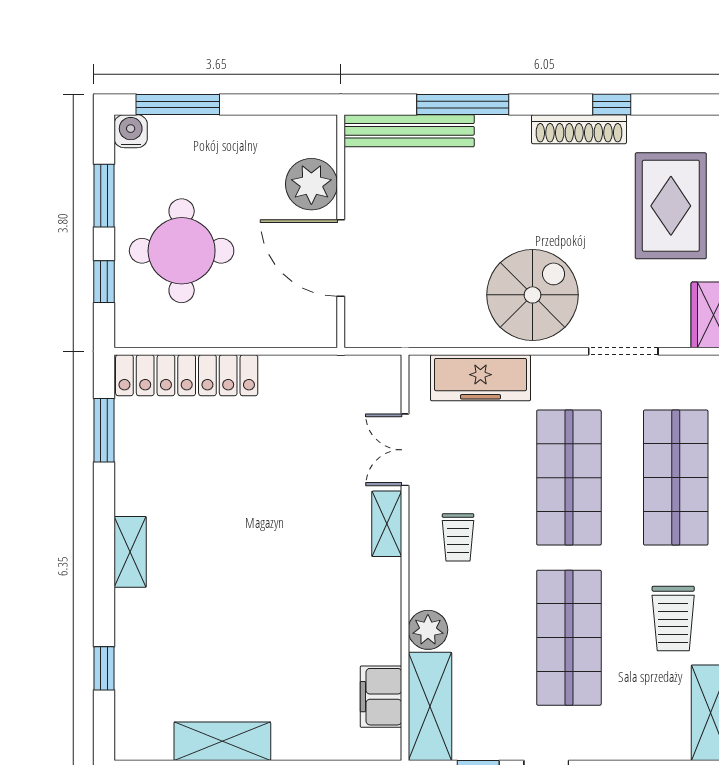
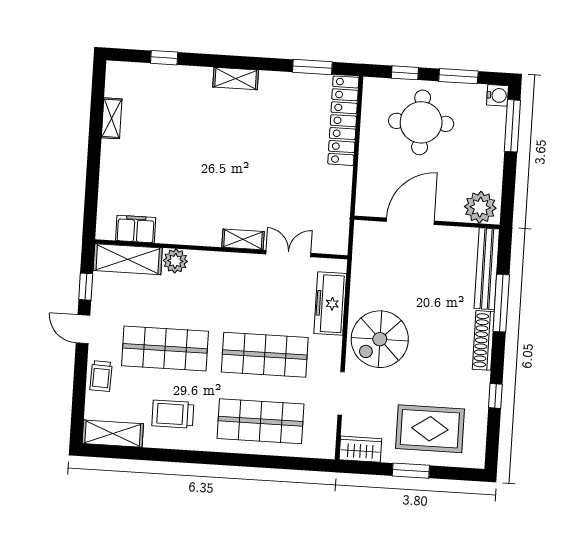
shoe rack: (579, 129) -> (483, 340), moved
plant: (311, 184) -> (480, 207), moved
spiral stairs: (533, 295) -> (380, 339), turned 90
trolley: (458, 537) -> (101, 376), moved, turned -88
shelving: (222, 741) -> (112, 118), width x0.67, depth x0.75

